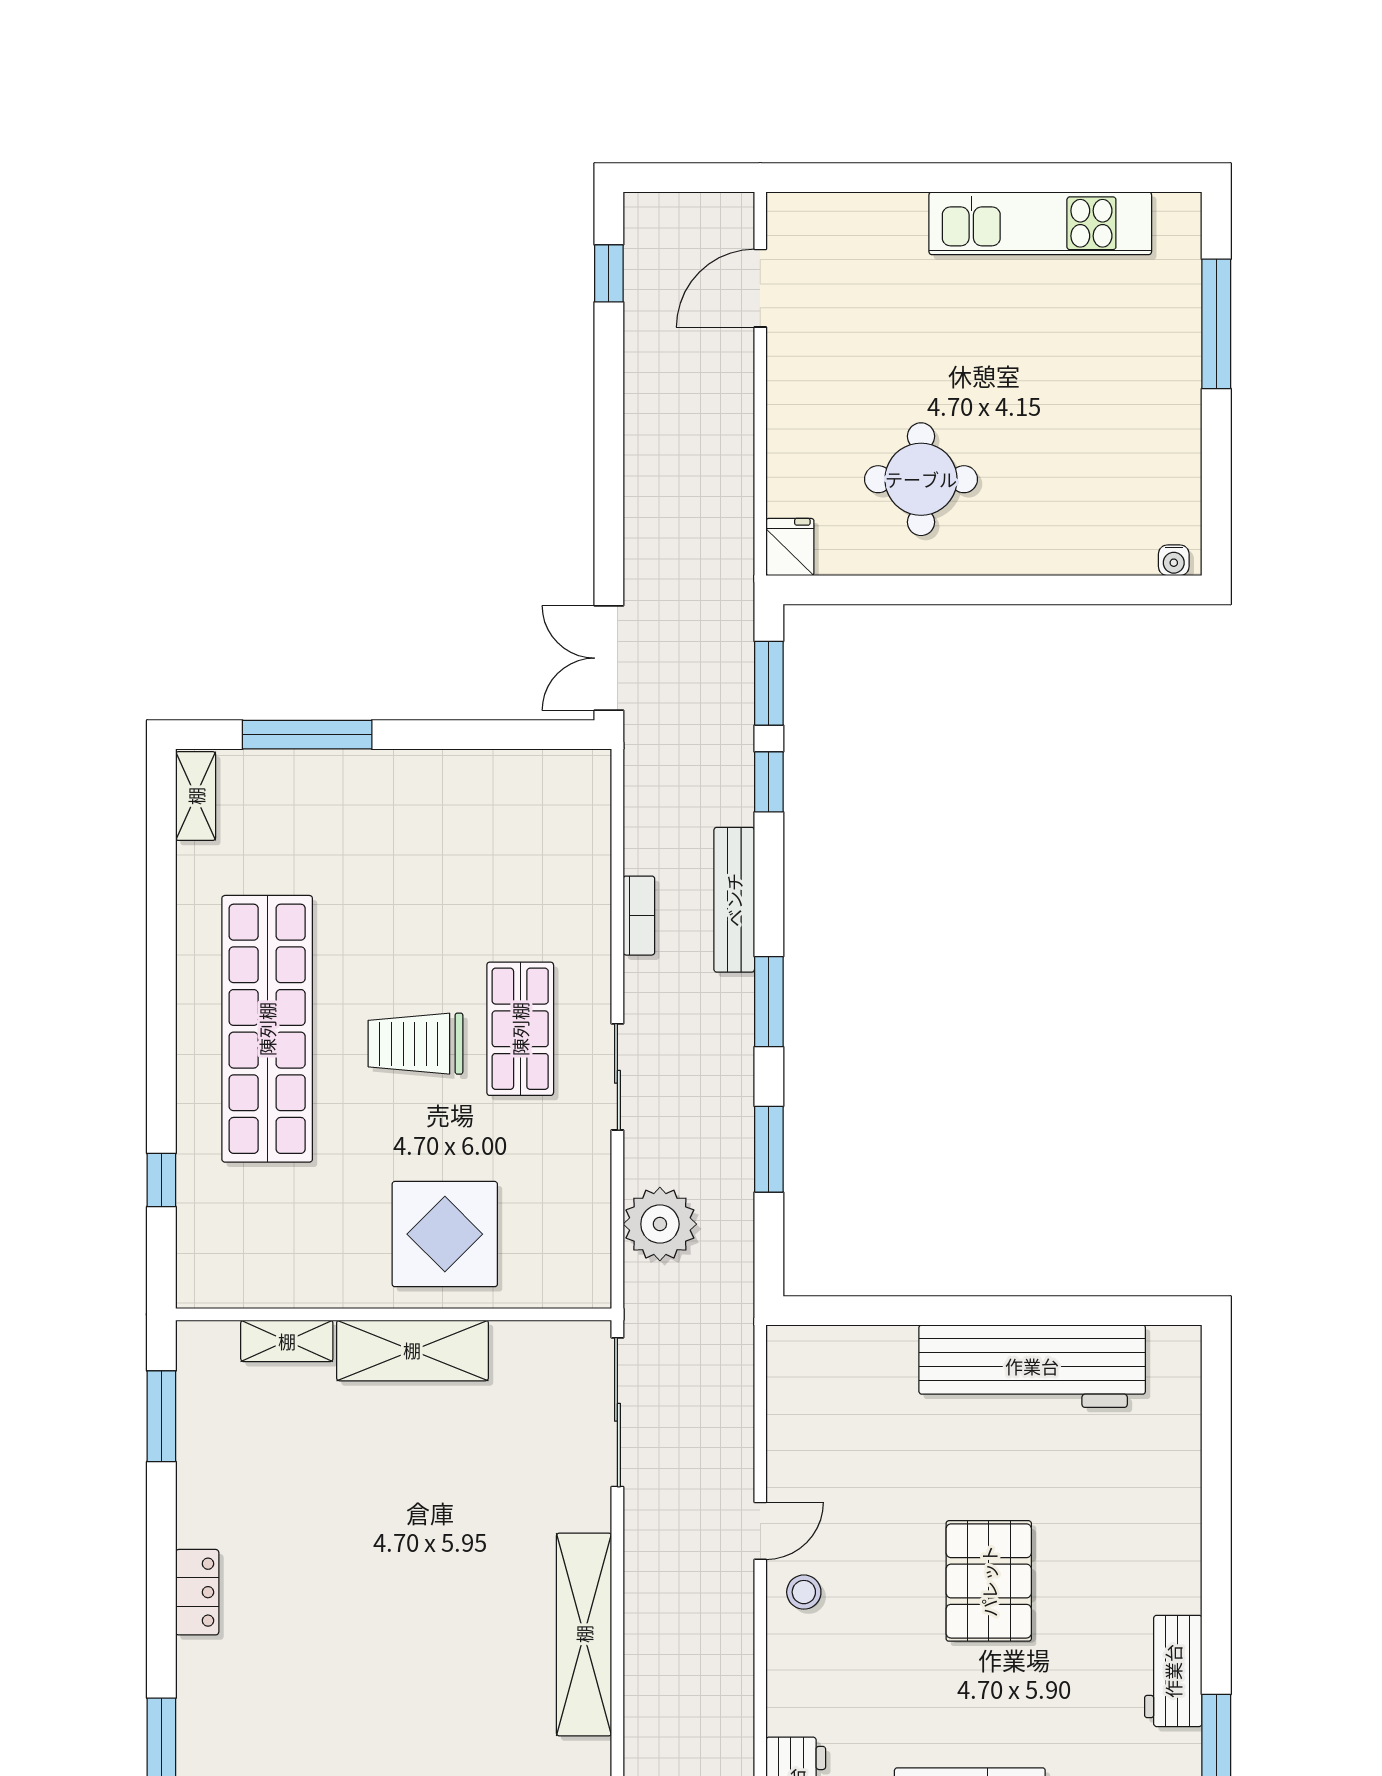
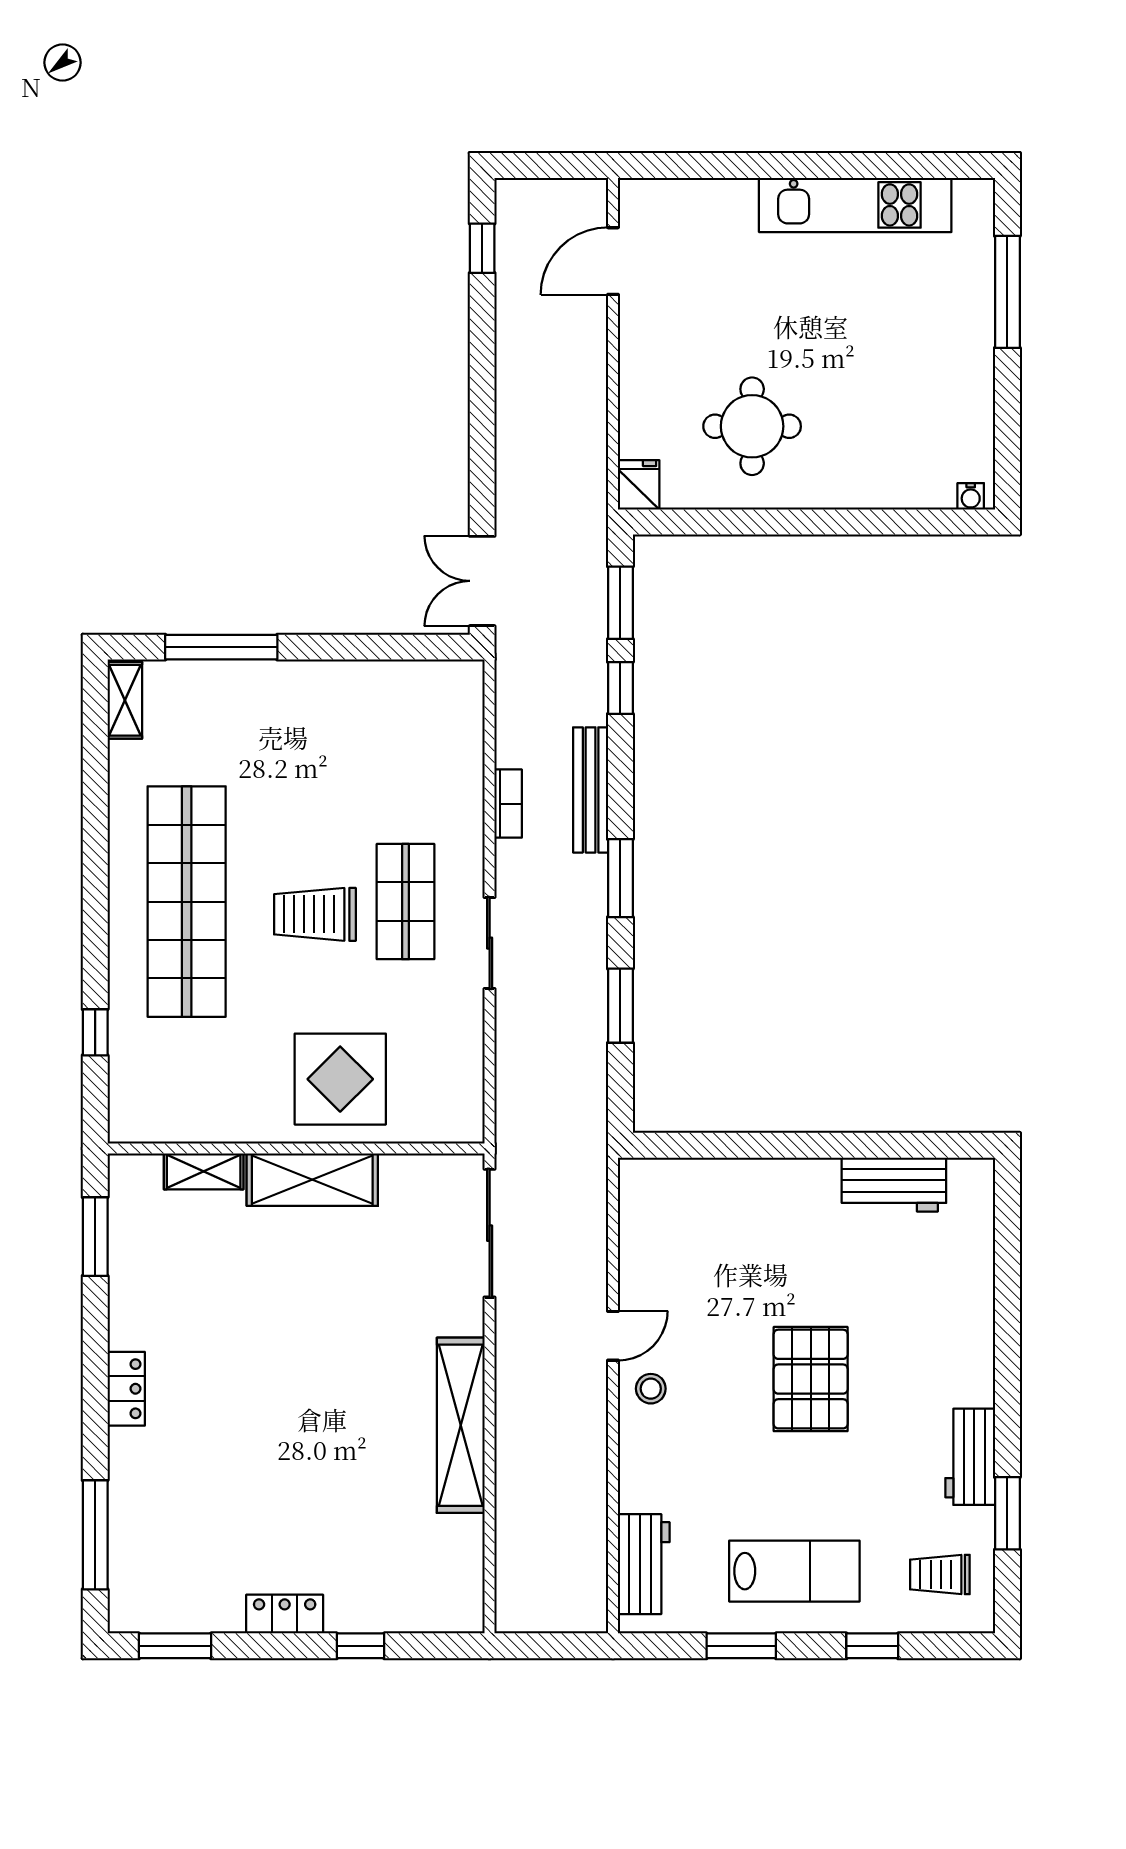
plant: (660, 1224) -> (526, 1070), removed
workbench: (1032, 1366) -> (894, 1185), width x0.53, depth x0.76

